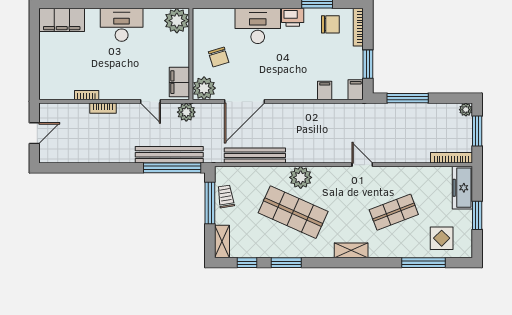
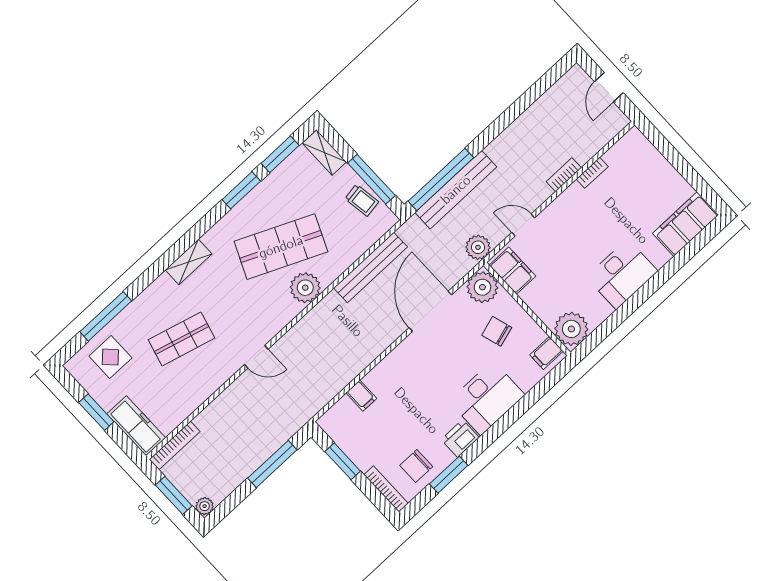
filing cabinet: (356, 90) -> (546, 353), moved, turned 90
shop shelf: (394, 212) -> (182, 339), turned 36
window: (247, 263) -> (280, 154), width x1.50

